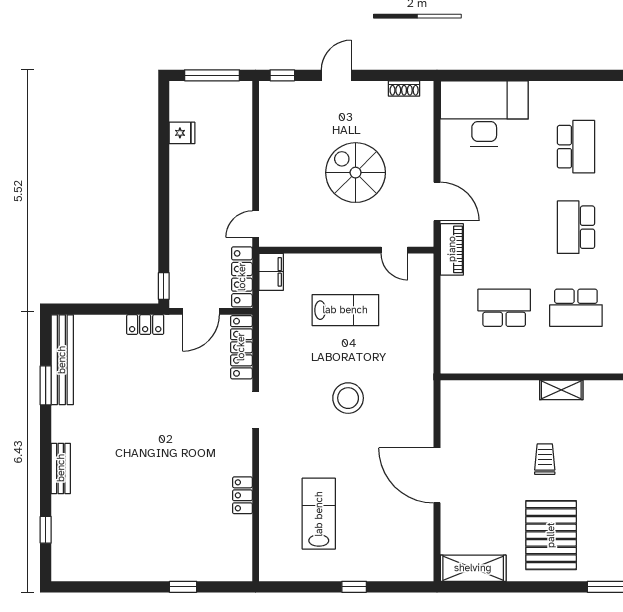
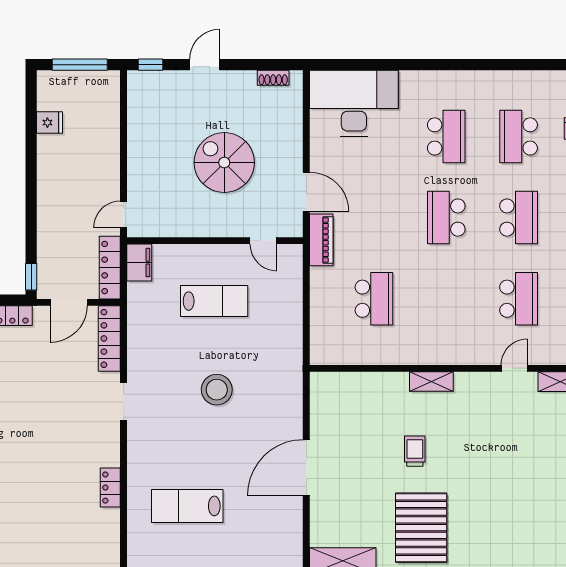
school desk: (504, 308) -> (374, 299), turned 90
school desk: (576, 308) -> (446, 299), removed
door: (437, 475) -> (306, 468), hinge flipped
lab bench: (319, 514) -> (187, 506), turned -90

